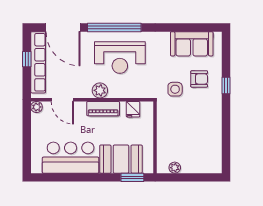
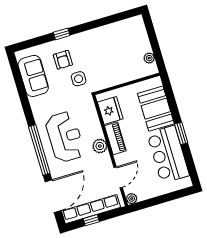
armchair: (199, 79) -> (63, 60), turned 180
fridge: (133, 109) -> (110, 110), width x1.88, depth x1.34
window: (132, 177) -> (181, 133), moved

